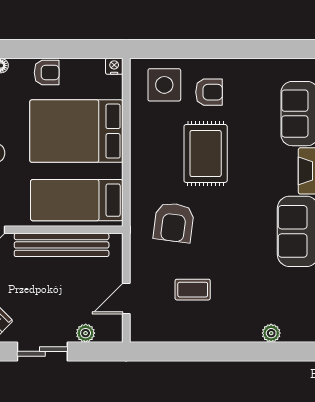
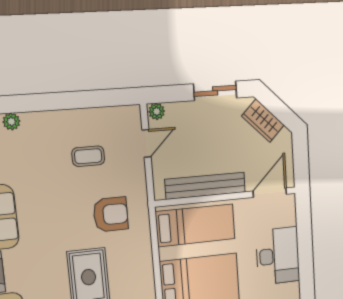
armchair: (174, 222) -> (111, 214), turned 83
plant: (86, 333) -> (157, 111), moved

